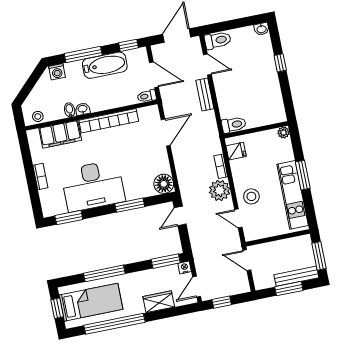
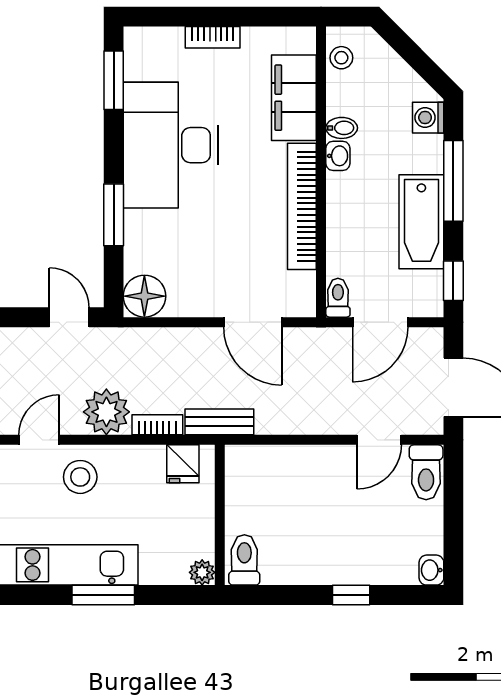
bench: (205, 95) -> (219, 422), moved
toilet: (234, 125) -> (244, 560), moved, turned 180

